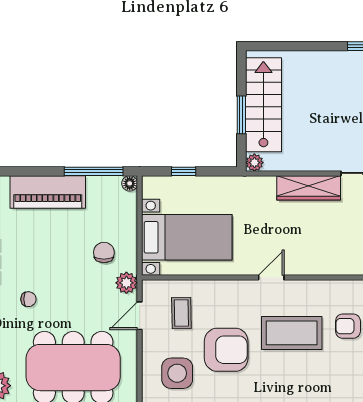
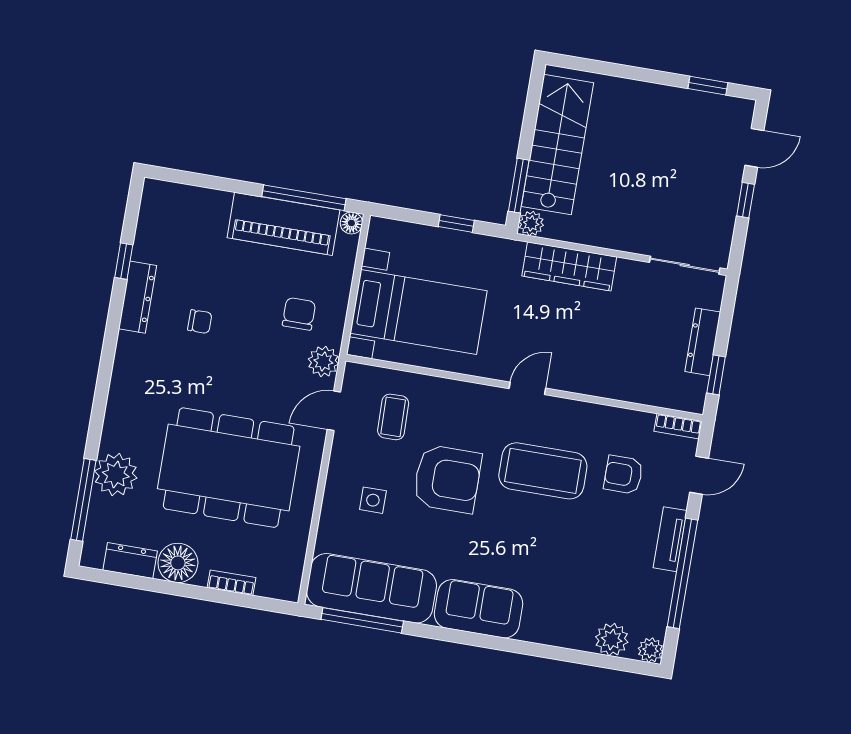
window: (241, 115) -> (519, 186), moved
window: (184, 171) -> (456, 223), moved
wardrobe: (309, 188) -> (569, 266), moved
piano: (48, 192) -> (283, 224), moved
chair: (28, 299) -> (200, 322), moved
side table: (177, 373) -> (373, 500), width x0.54, depth x0.54

